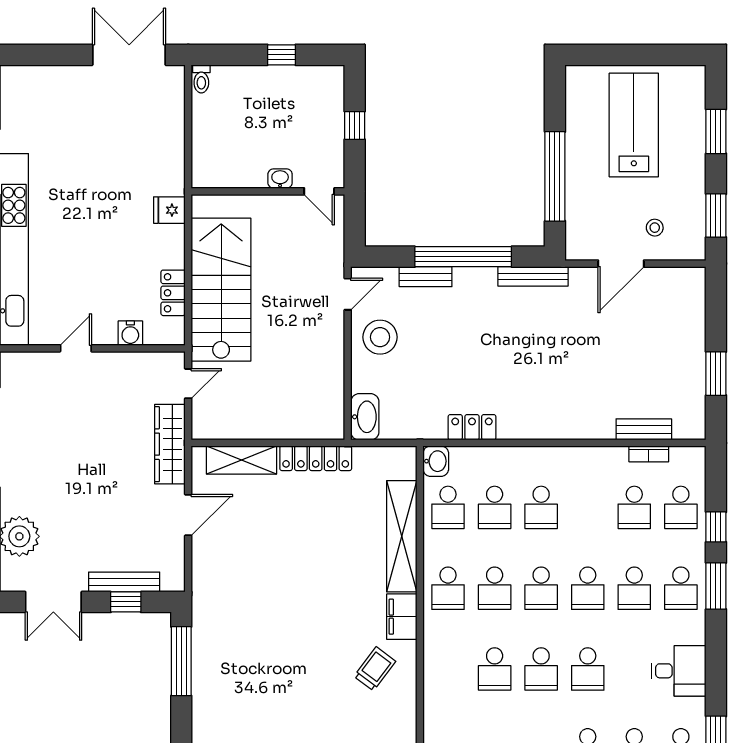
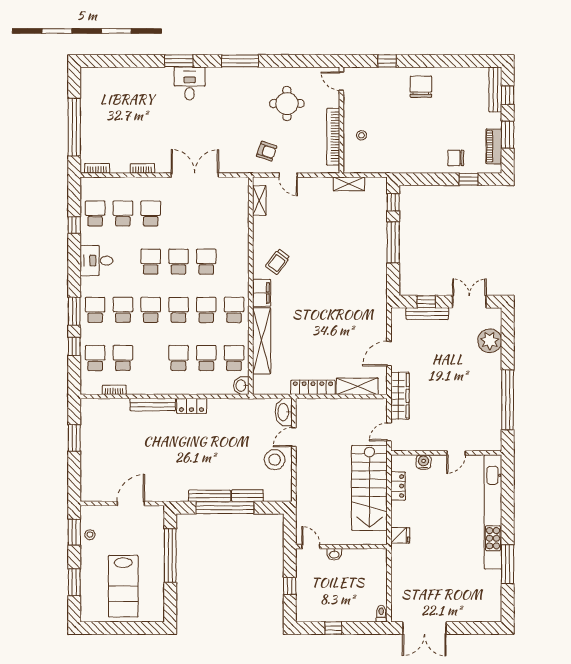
stool: (655, 228) -> (90, 535), moved
bench: (533, 276) -> (210, 496), moved
door: (348, 294) -> (294, 437), moved
locker: (472, 427) -> (191, 406), moved
bench: (644, 429) -> (153, 405), moved, width x1.36
window: (181, 661) -> (393, 242), moved

